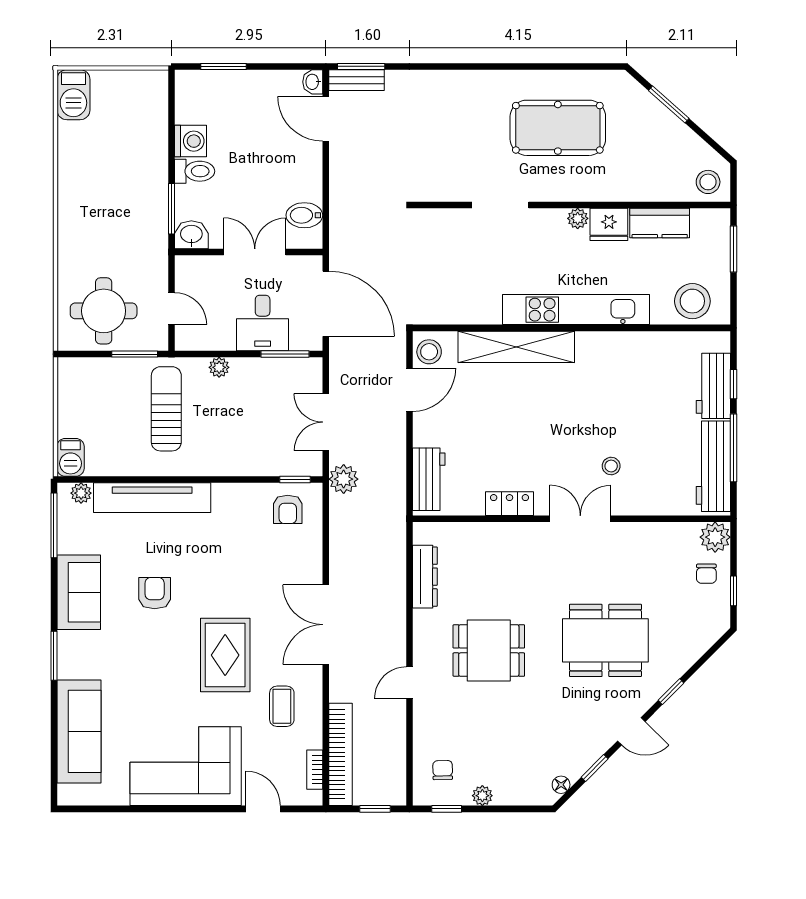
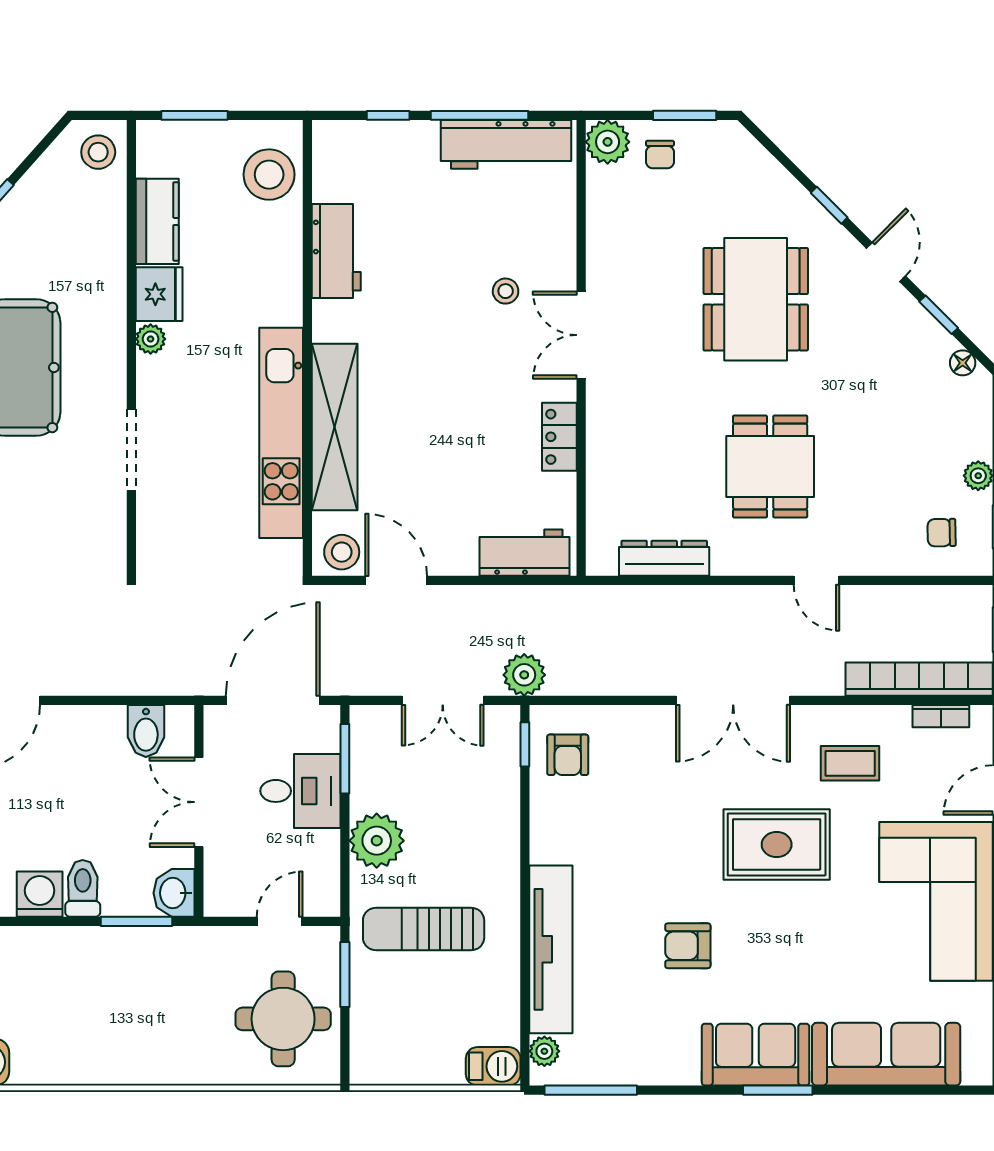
kitchen unit: (576, 310) -> (281, 433), moved
plant: (219, 367) -> (377, 841), width x1.88, depth x1.88
workbench: (713, 386) -> (336, 251), moved, turned -90
armchair: (288, 509) -> (568, 755), turned 90
chair: (706, 574) -> (660, 154), turned 90
window: (734, 591) -> (685, 115), width x1.50
sofa: (79, 592) -> (756, 1055), moved

